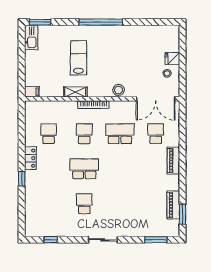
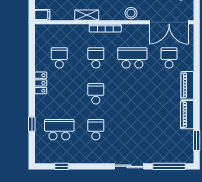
school desk: (84, 169) -> (96, 94), width x0.54
window: (22, 179) -> (32, 124), moved
school desk: (49, 204) -> (59, 130), added
piano: (173, 205) -> (187, 115), moved
sliding door: (103, 240) -> (129, 166), moved
window: (156, 240) -> (169, 166), width x1.44

